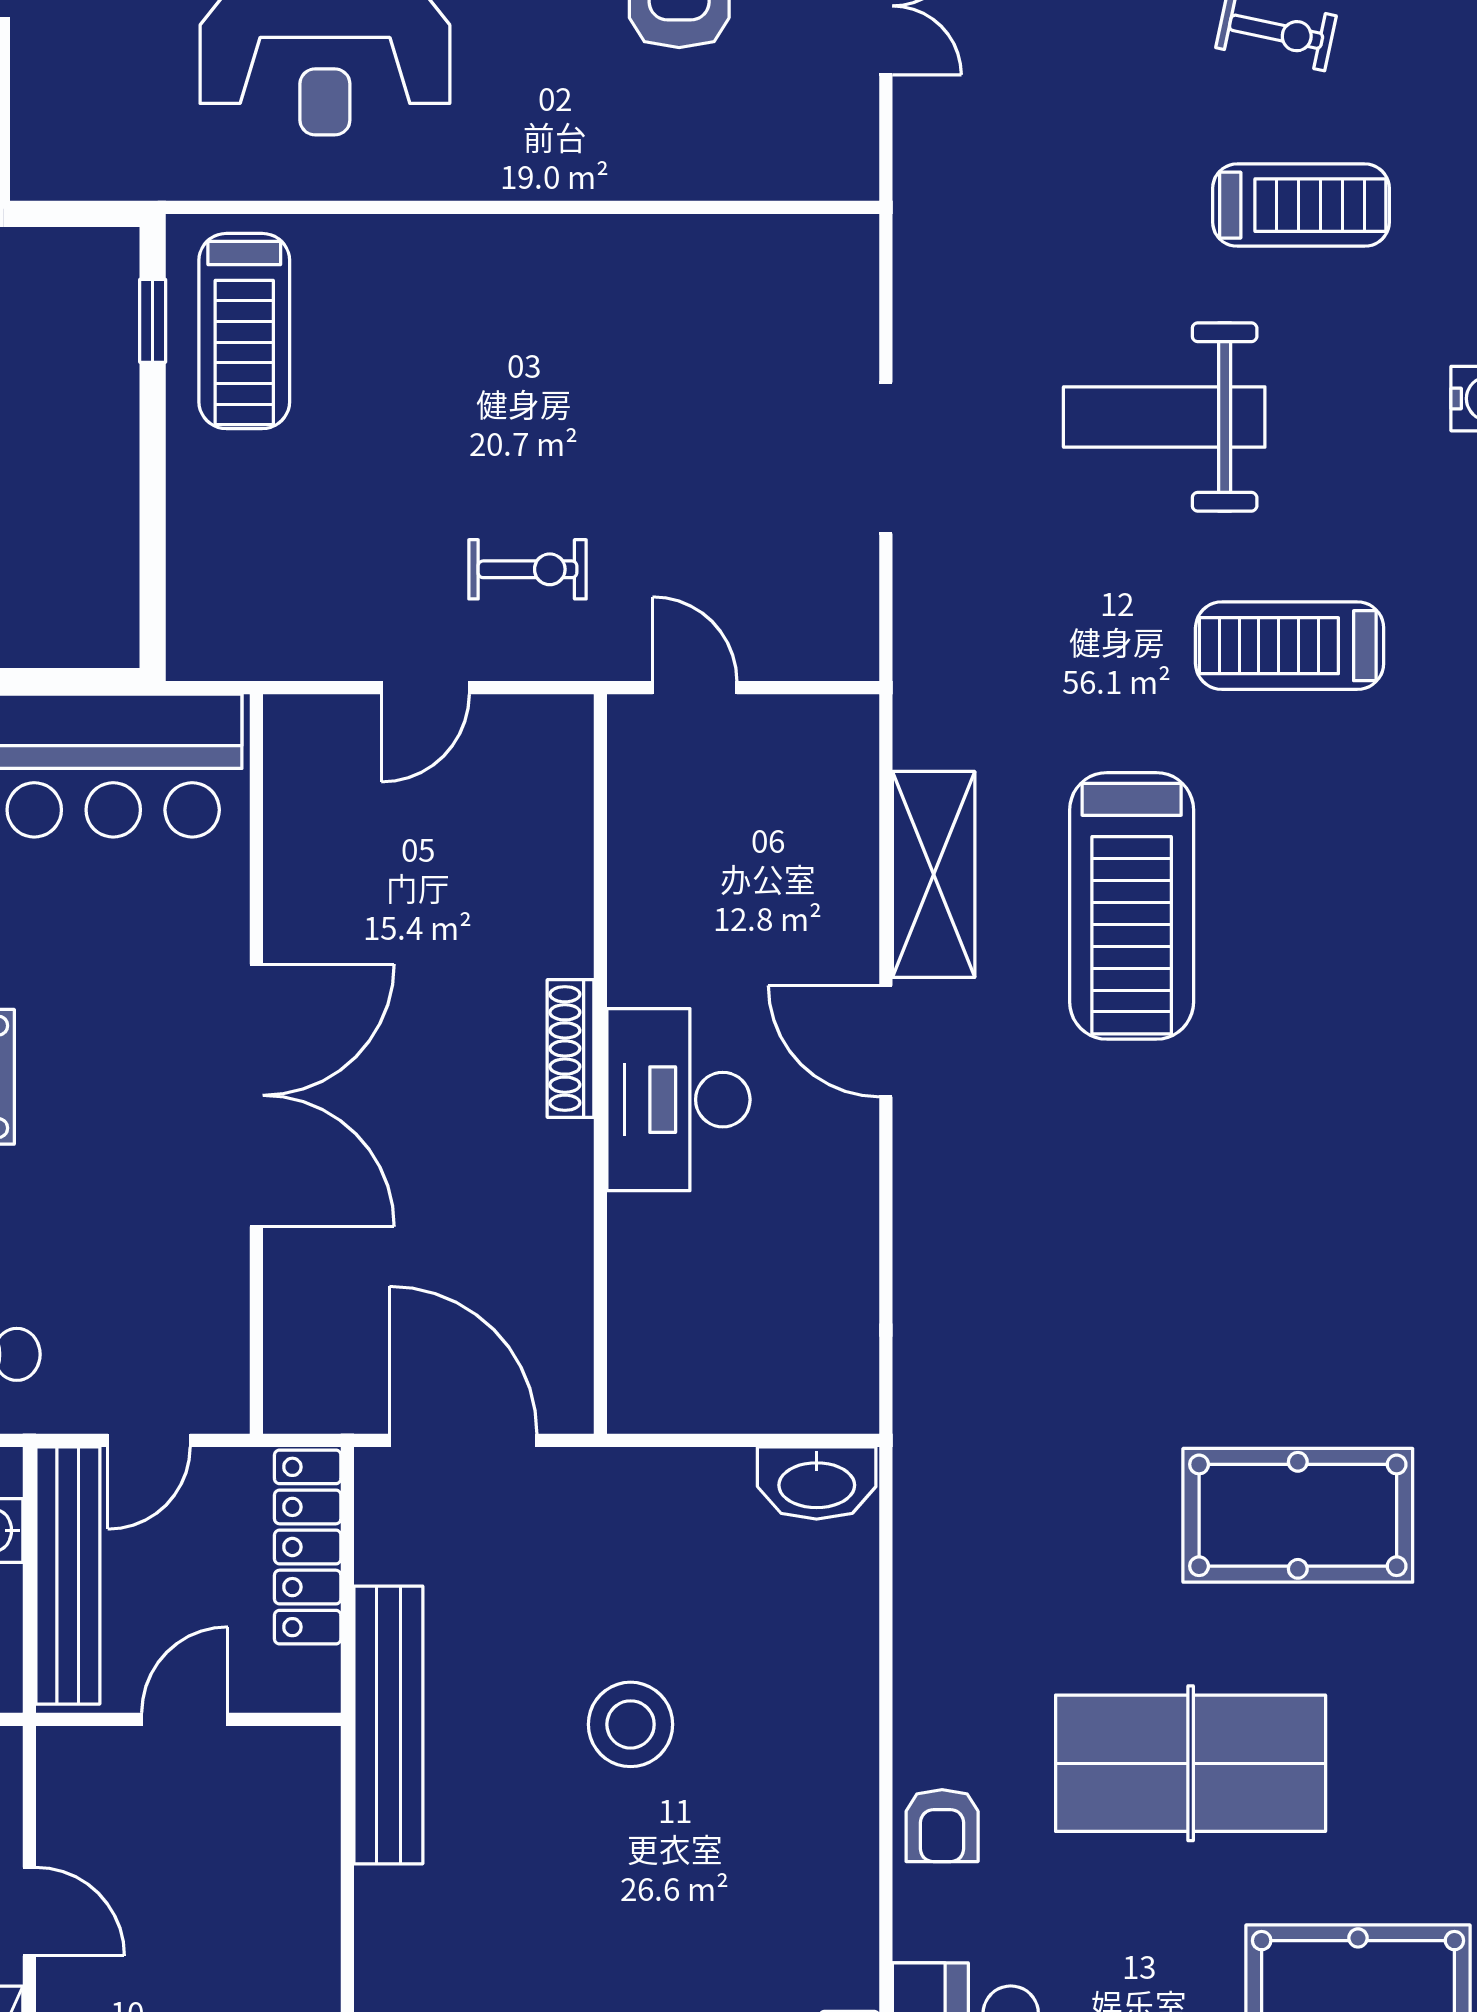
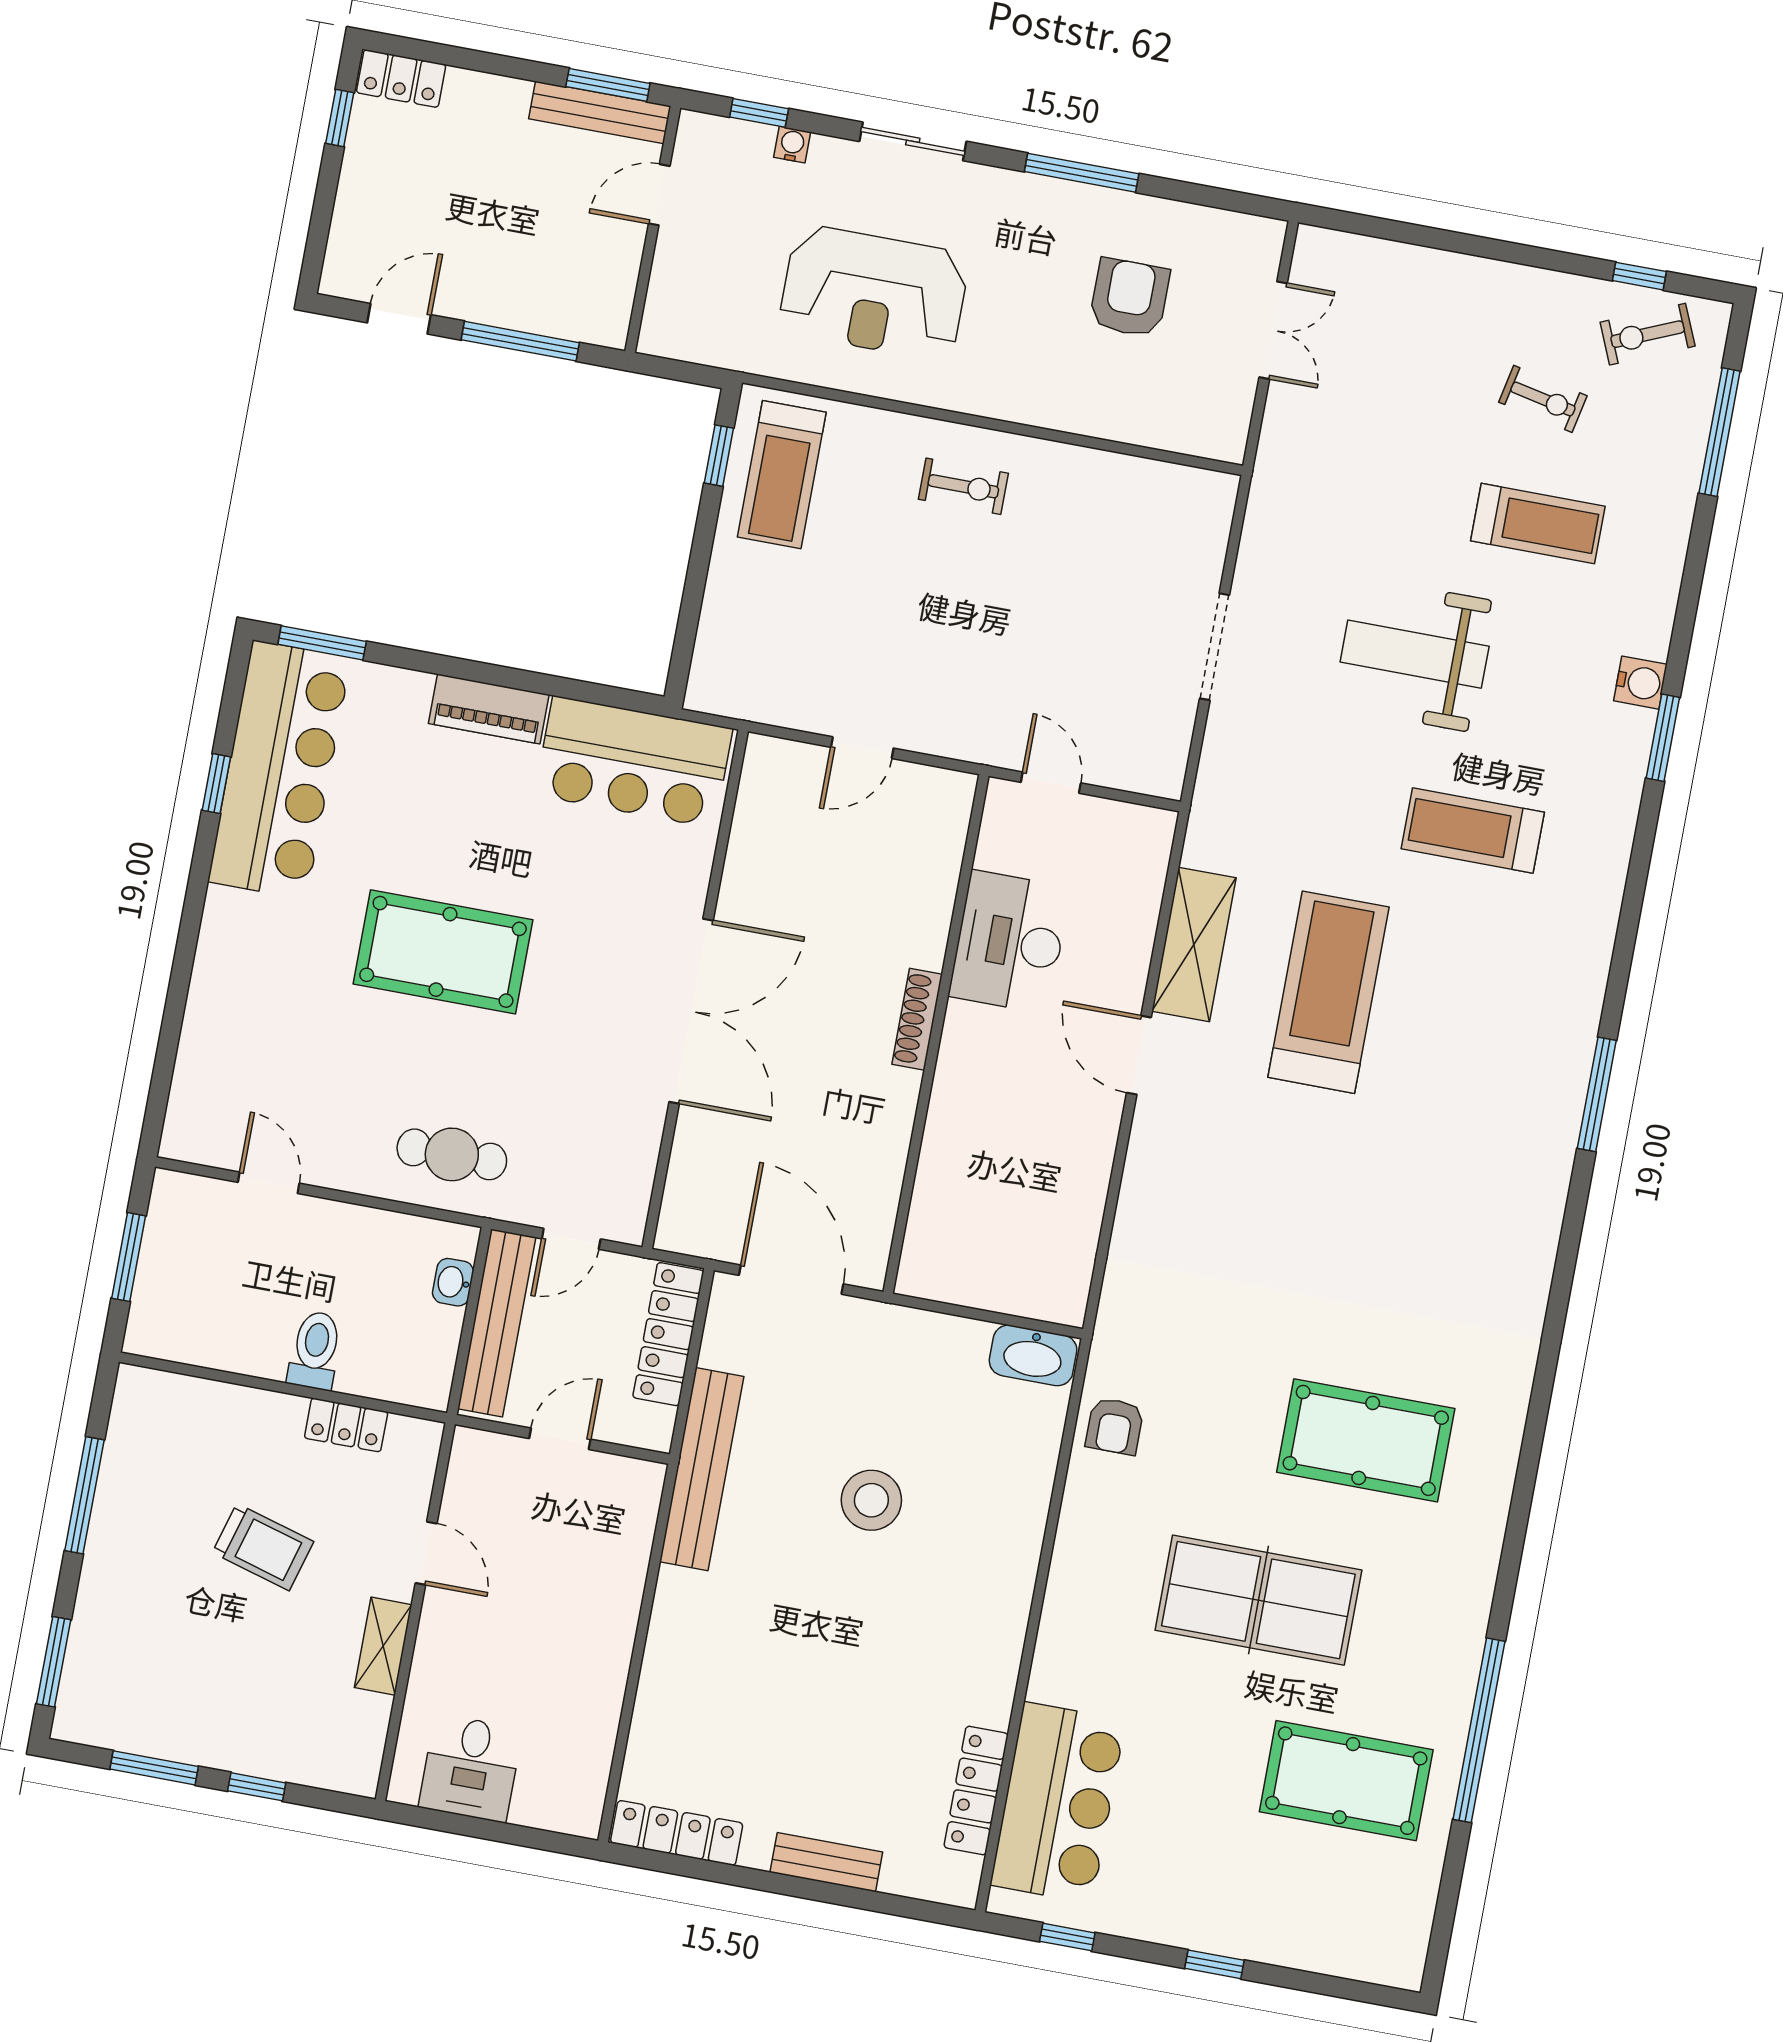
exercise bike: (527, 569) -> (963, 486), moved
treadmill: (1132, 906) -> (1328, 992), turned 180
desk: (678, 1100) -> (1010, 942), moved
armchair: (942, 1826) -> (1115, 1426), moved

